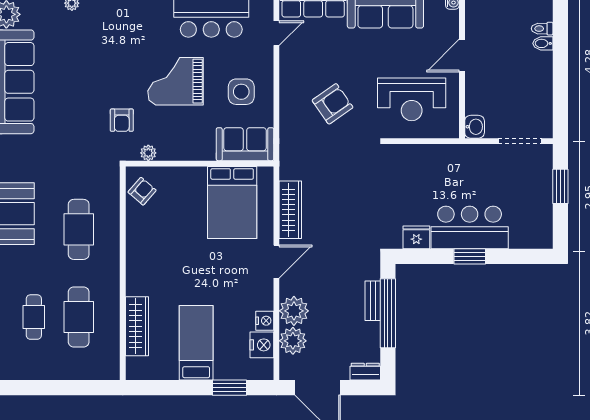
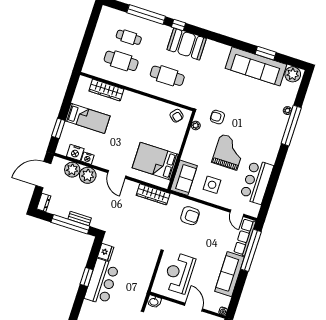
armchair: (333, 104) -> (190, 216), moved, turned -55
wardrobe: (290, 210) -> (153, 194), moved

